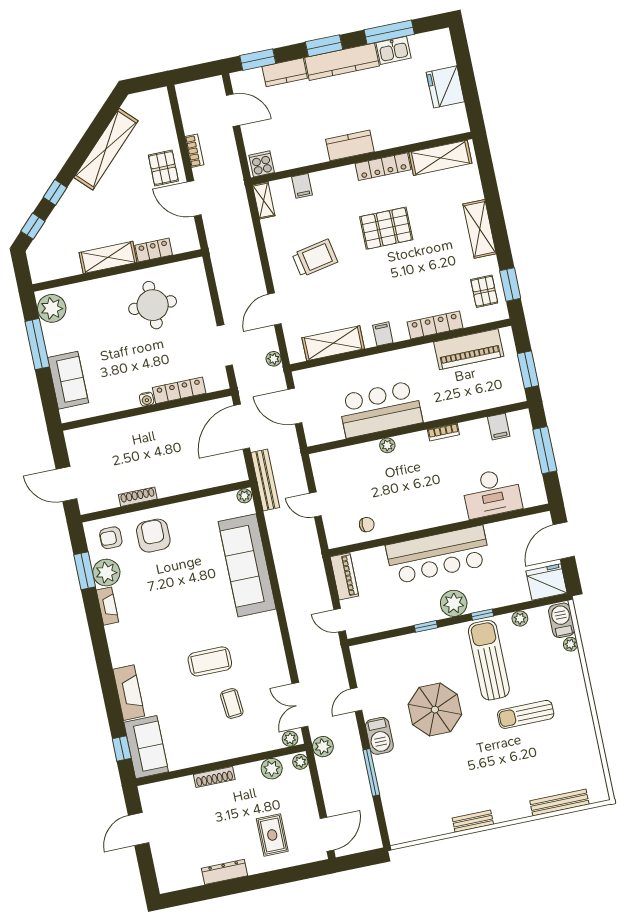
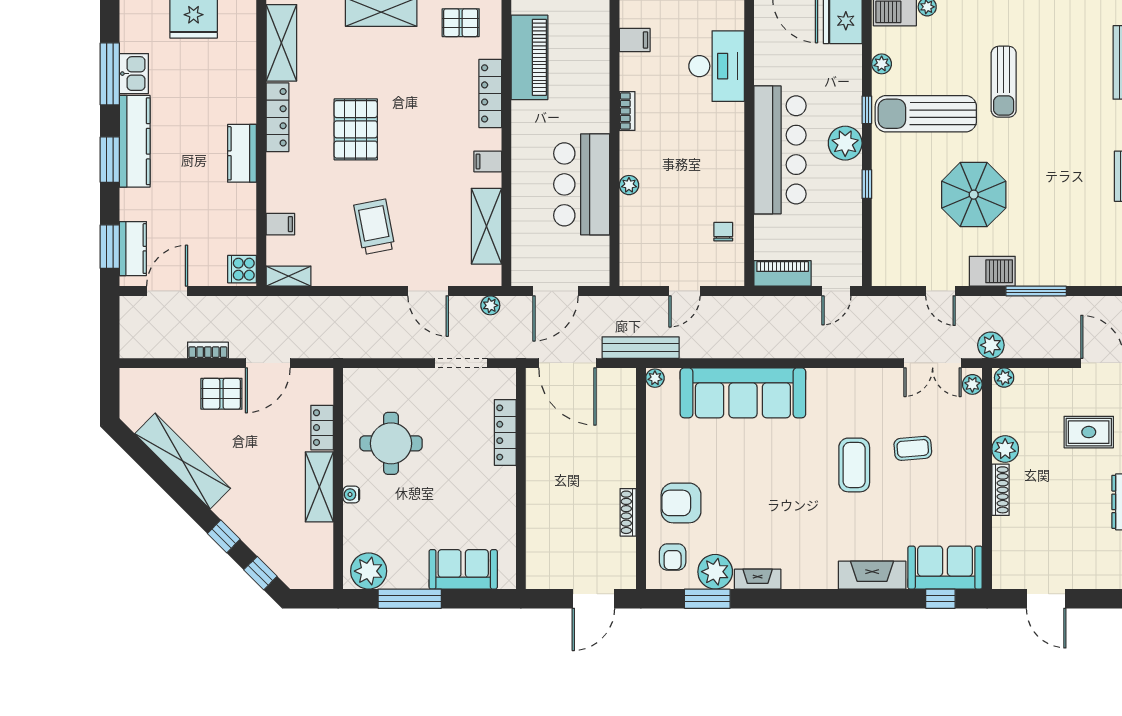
kitchen counter: (285, 72) -> (133, 249), moved
water cooler: (147, 399) -> (351, 494), moved, turned 180
plant: (272, 769) -> (1005, 449), moved

